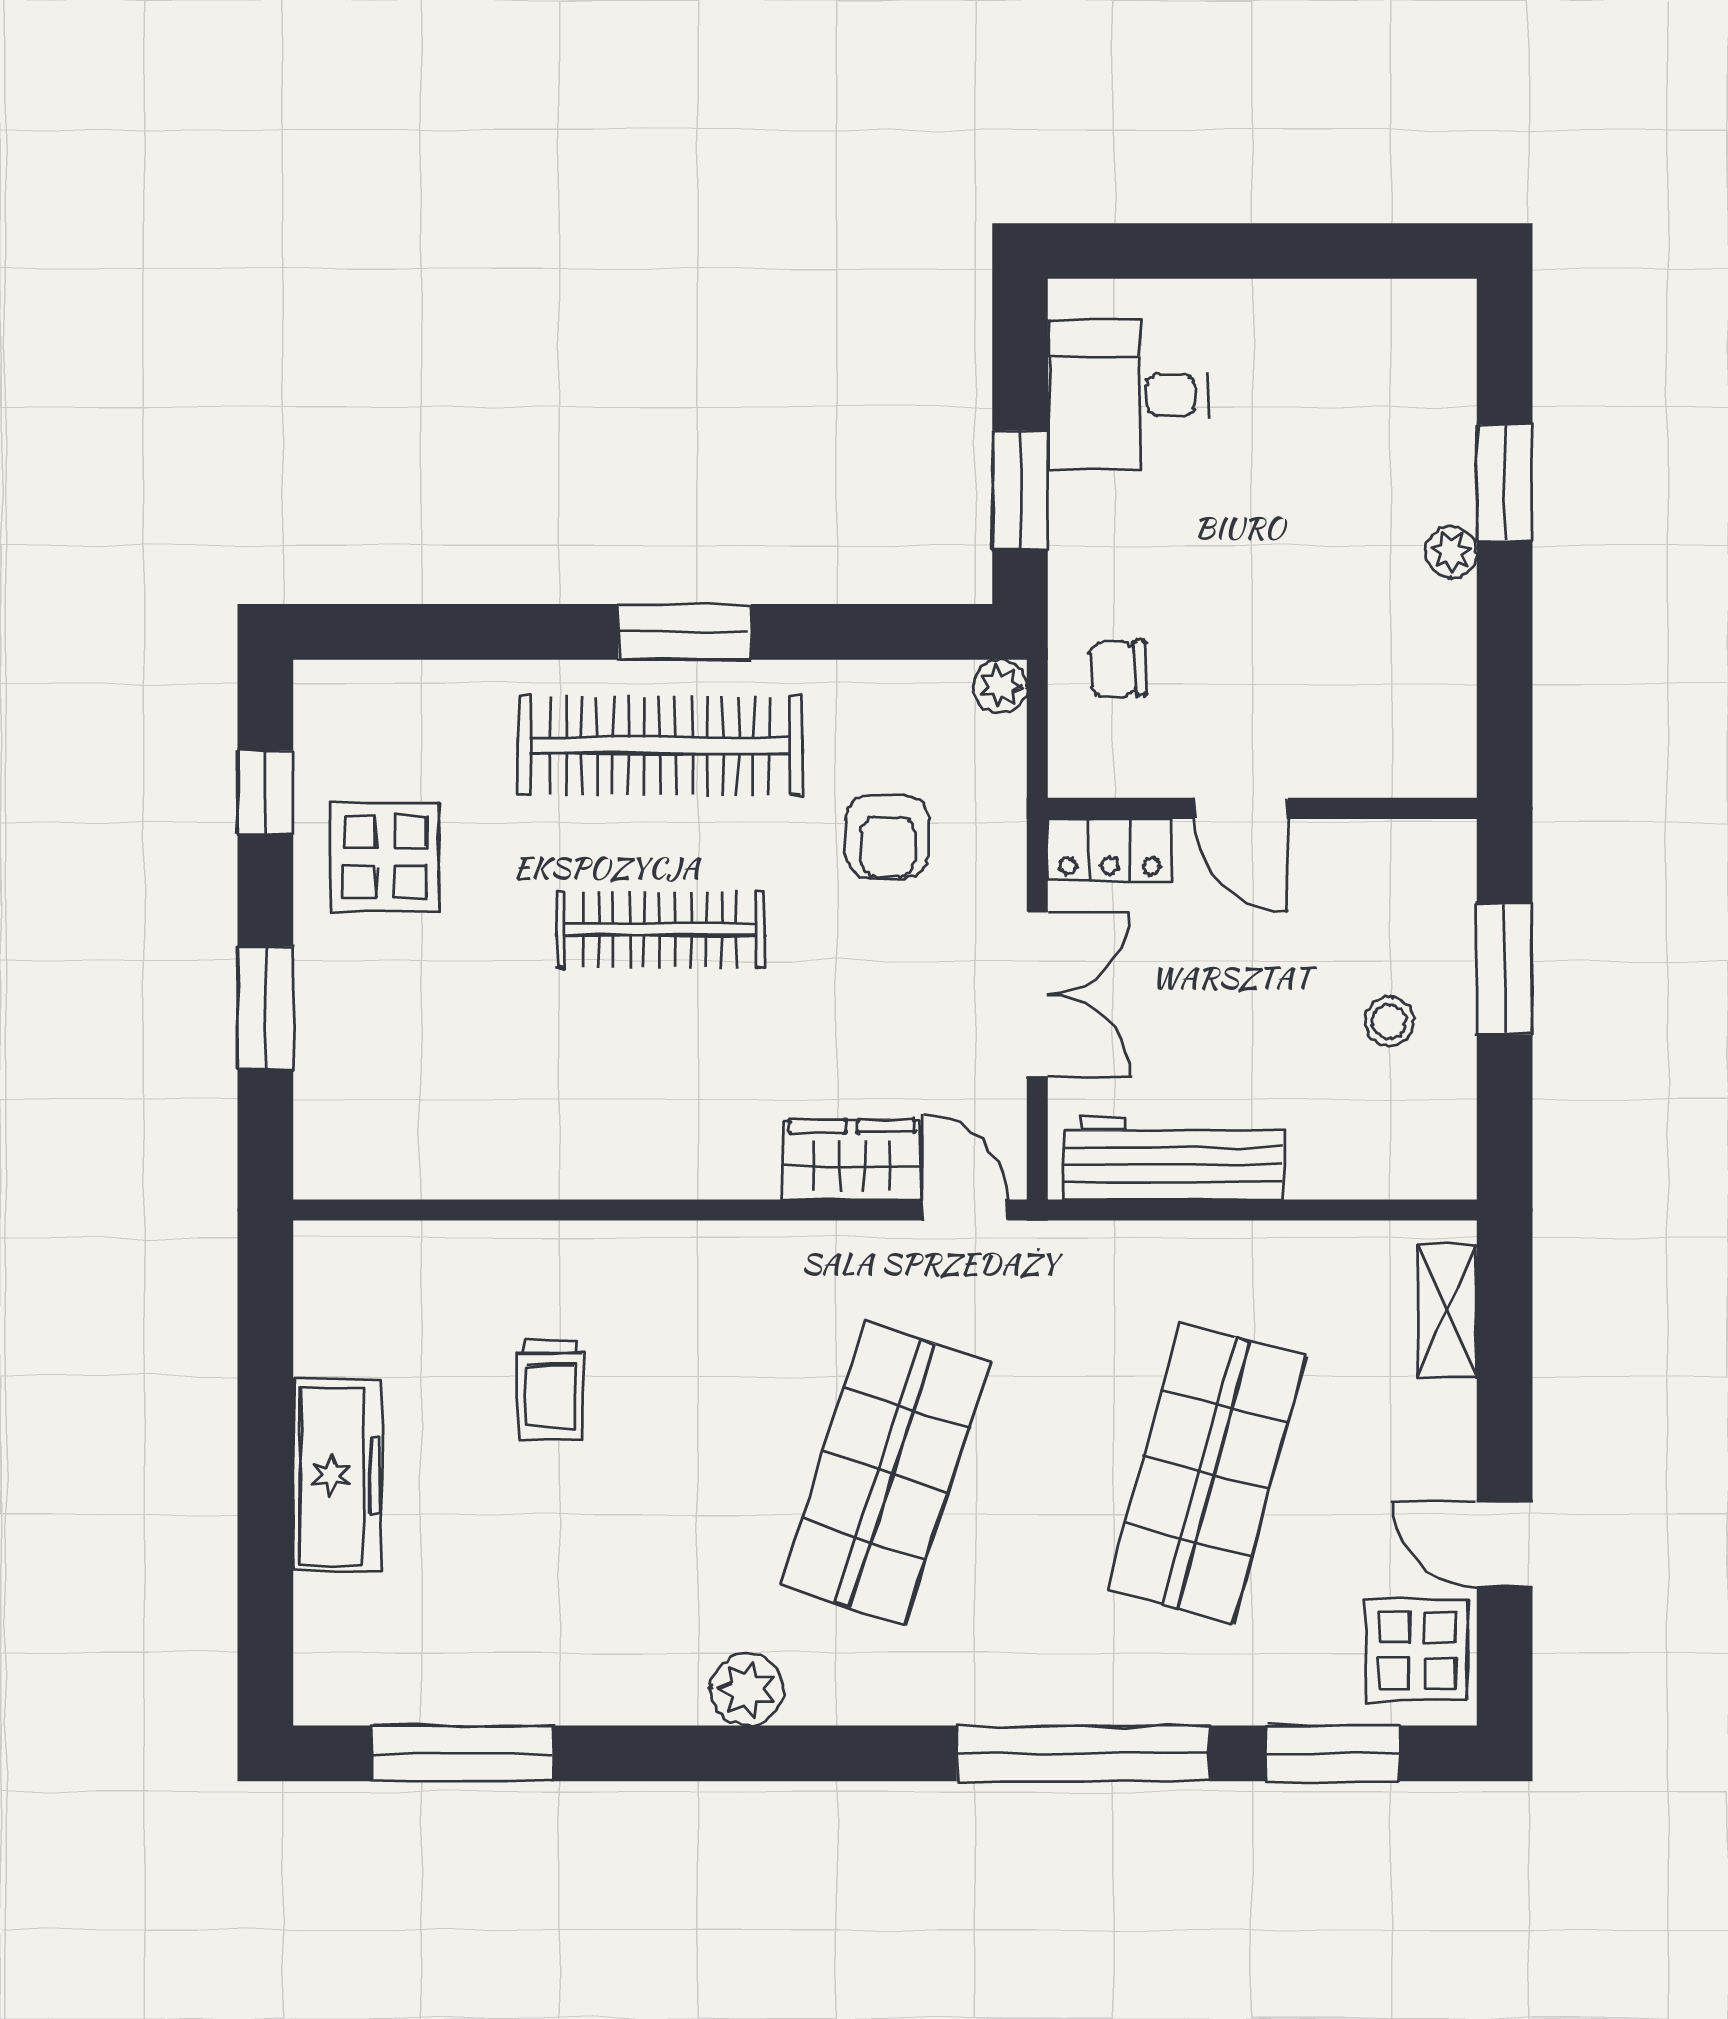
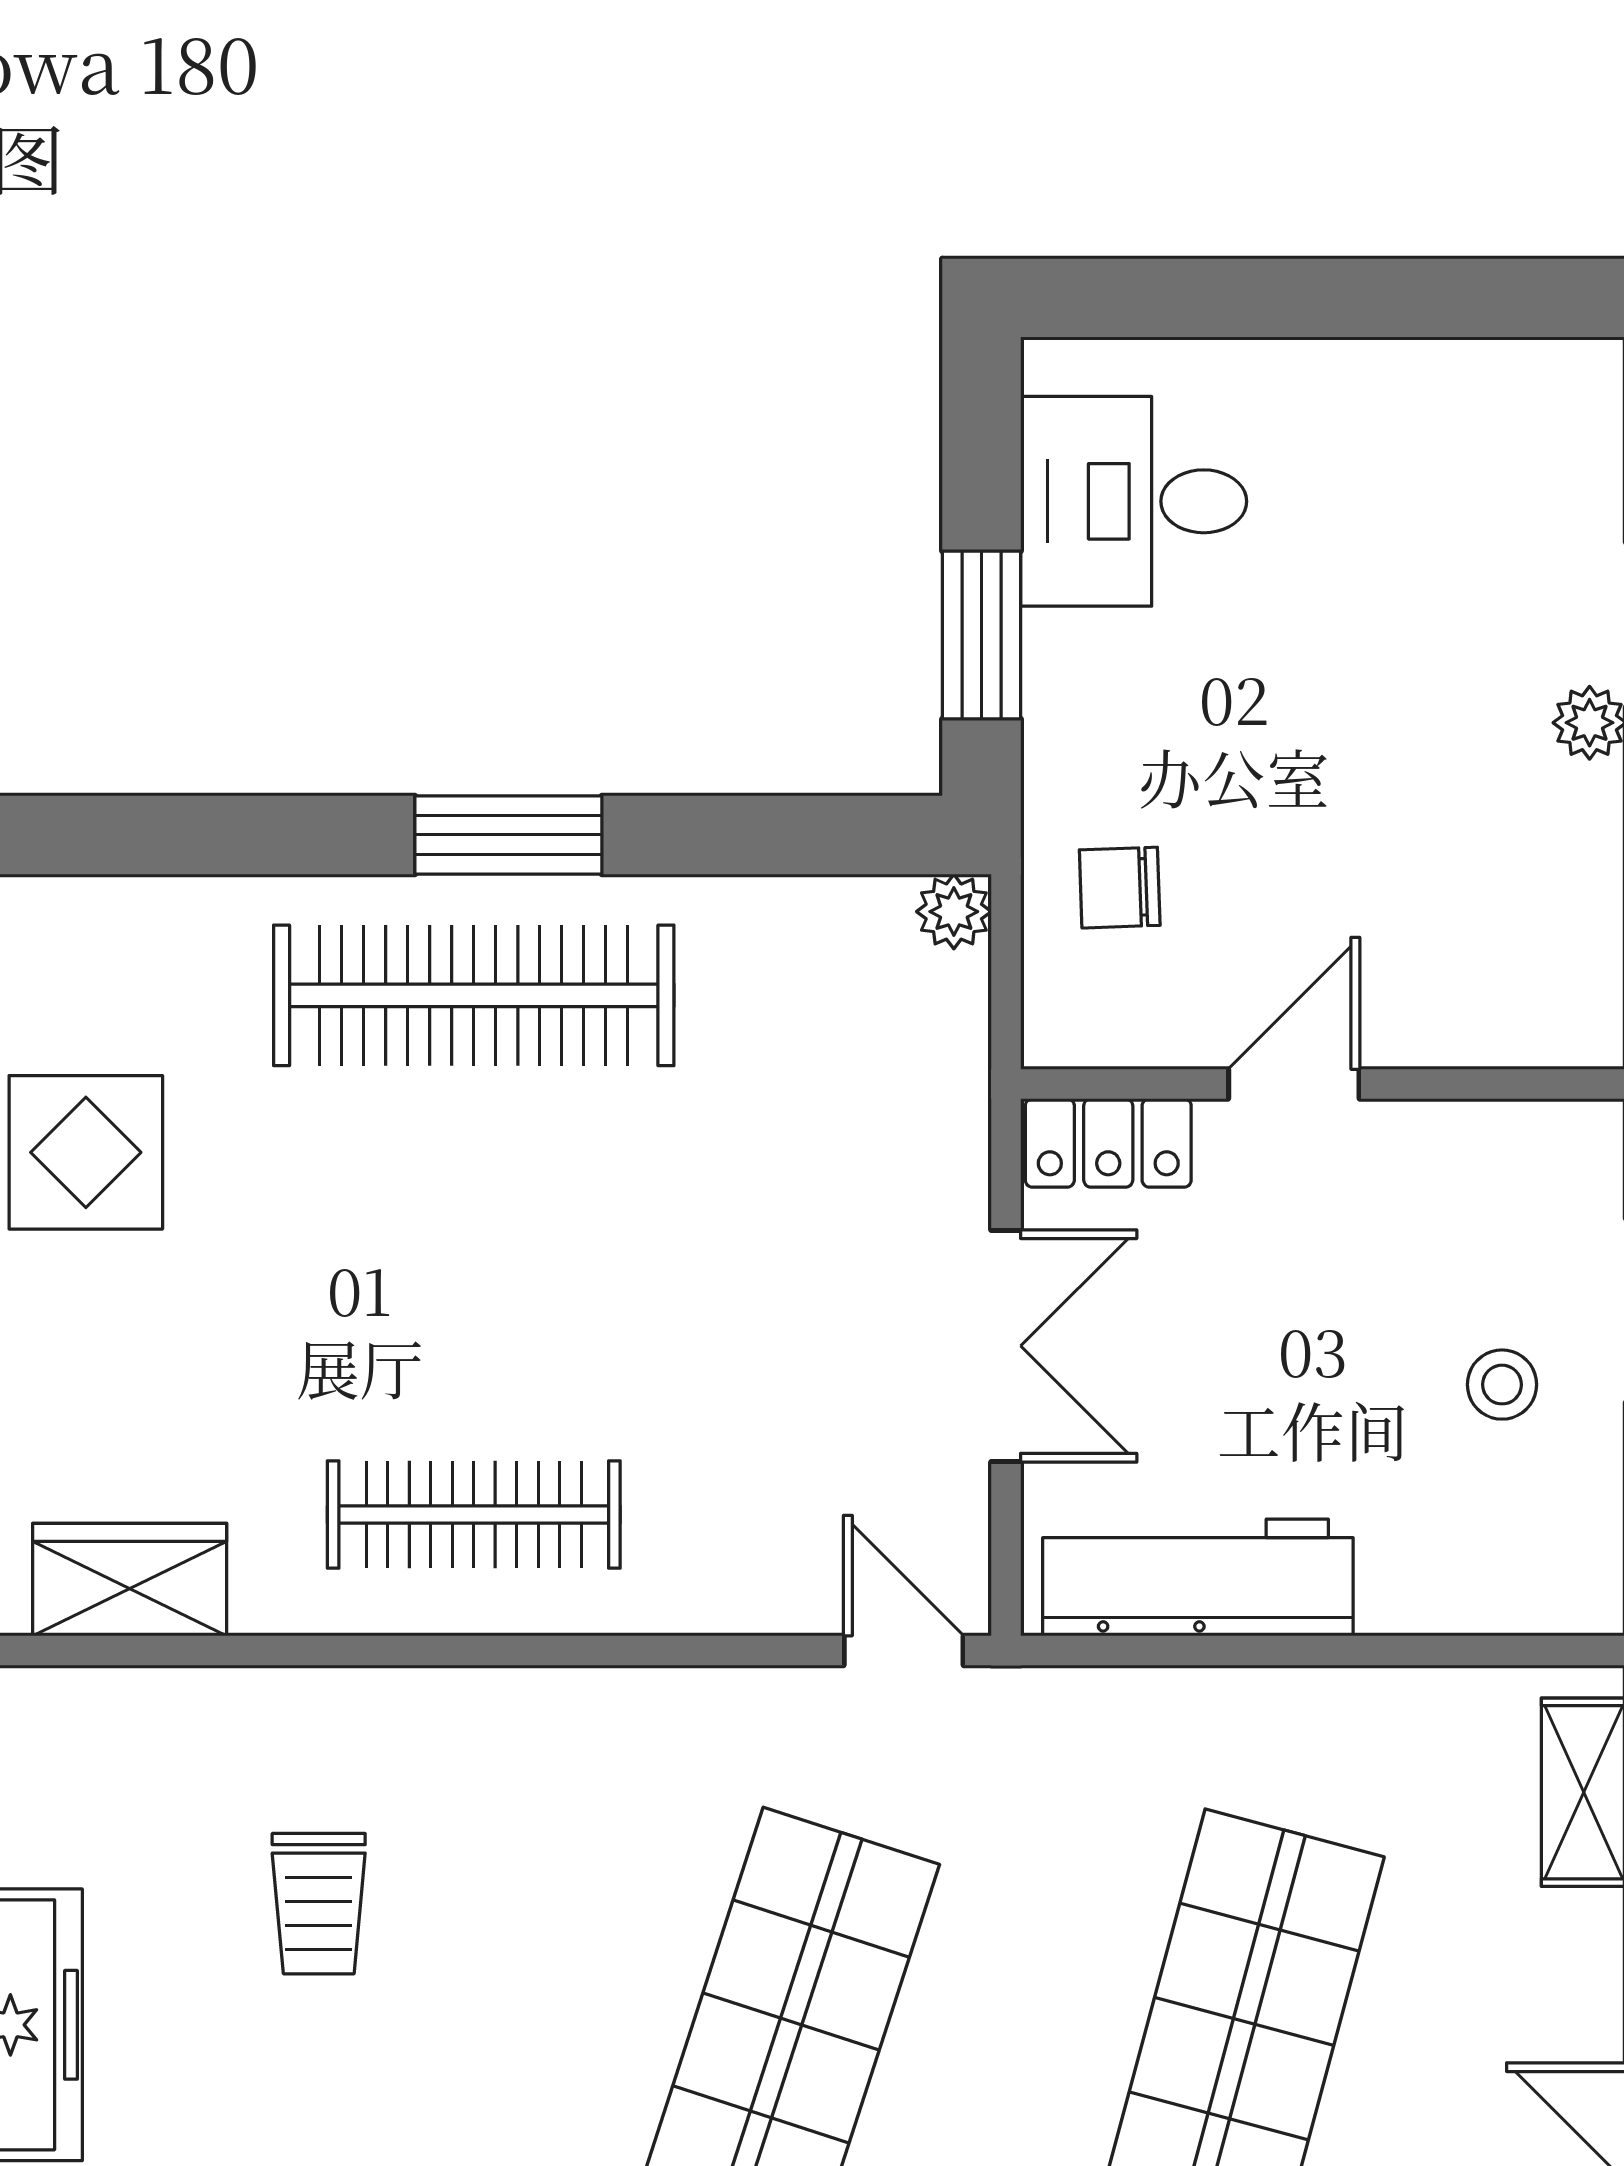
door: (1241, 808) -> (1294, 1084), swing flipped
armchair: (887, 837) -> (794, 1124), removed
clothes rail: (660, 930) -> (474, 1514), moved
wardrobe: (852, 1160) -> (130, 1580), moved

